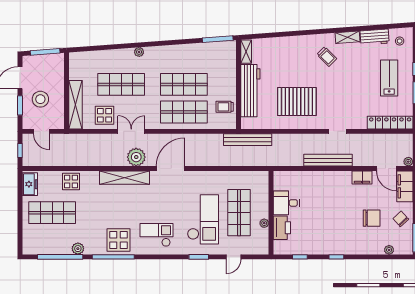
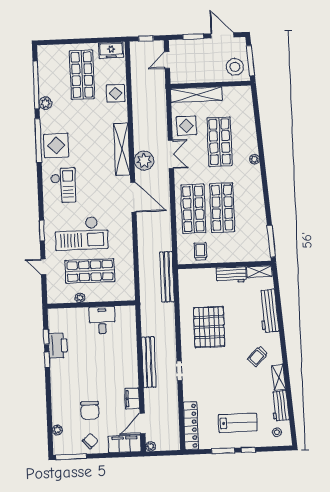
workbench: (284, 44) -> (269, 311), added
workbench: (250, 91) -> (231, 275), width x0.53, depth x0.76
stool: (40, 99) -> (235, 67), moved
printer: (282, 228) -> (58, 346), moved, turned -90
window: (336, 257) -> (47, 360), moved

